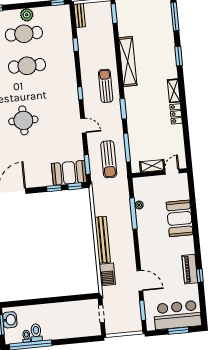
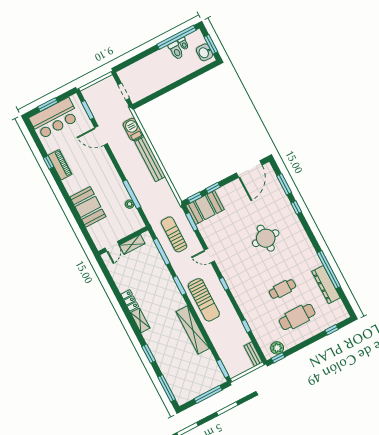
plant: (27, 15) -> (277, 348), moved
cafe table: (27, 66) -> (283, 289), width x0.73, depth x0.74
sun lounger: (106, 86) -> (204, 300), width x1.36, depth x1.34

